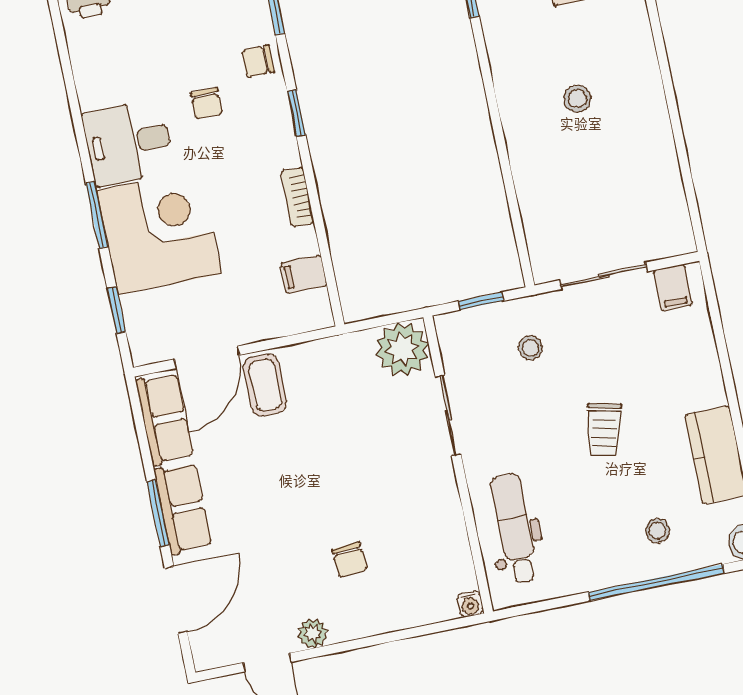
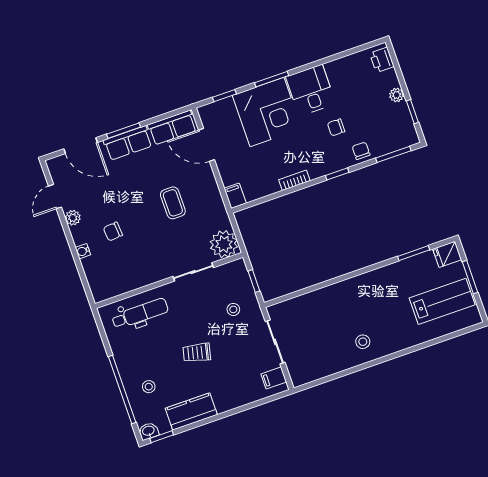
stool: (577, 99) -> (363, 342), moved
filing cabinet: (304, 274) -> (235, 196), moved
coffee table: (265, 385) -> (173, 203), moved, turned 90
water cooler: (470, 604) -> (83, 251), moved

